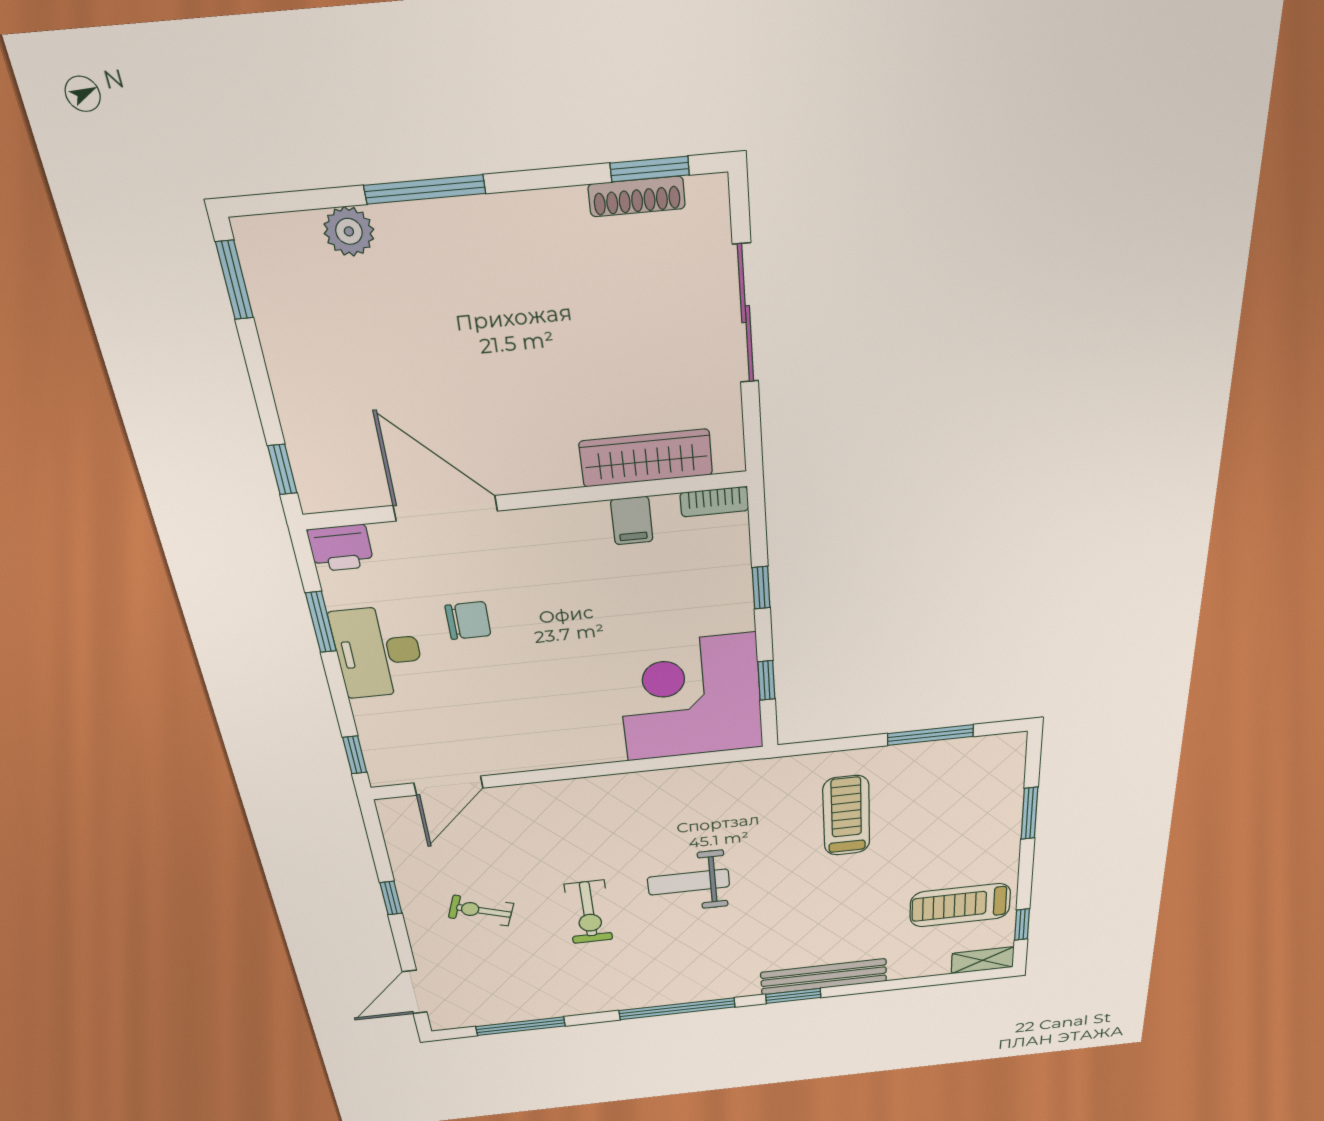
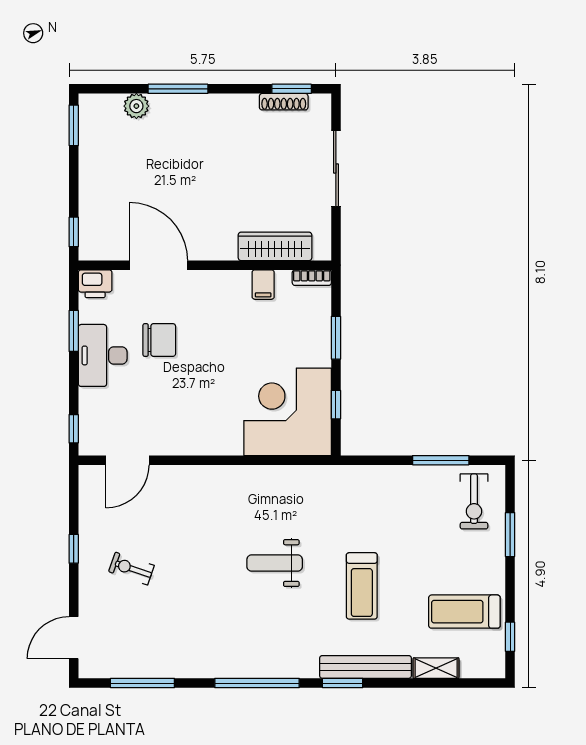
window: (761, 588) -> (336, 338), width x1.50
chair: (468, 621) -> (159, 340), width x1.37, depth x1.37
treadmill: (846, 816) -> (362, 586), moved, turned 180
exercise bike: (589, 912) -> (474, 501), moved
shelving: (983, 960) -> (436, 668), moved

